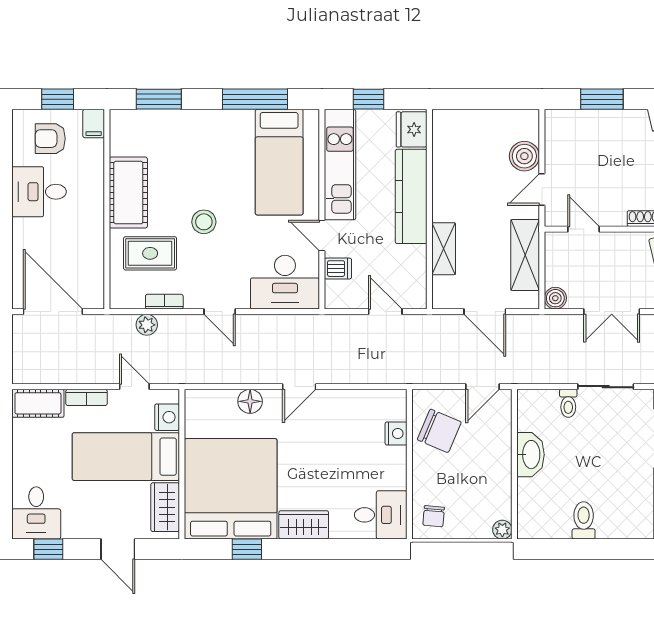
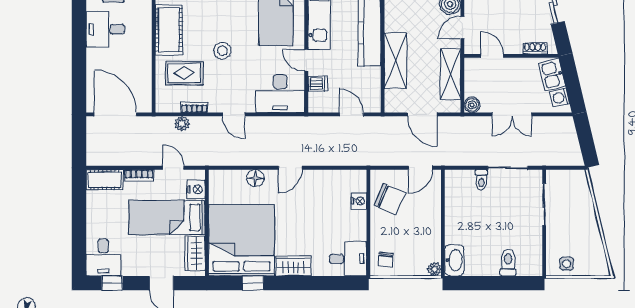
shelving: (444, 249) -> (396, 60), width x1.50, depth x1.33
washbasin: (530, 455) -> (454, 260), moved
toilet: (584, 520) -> (508, 263), moved

